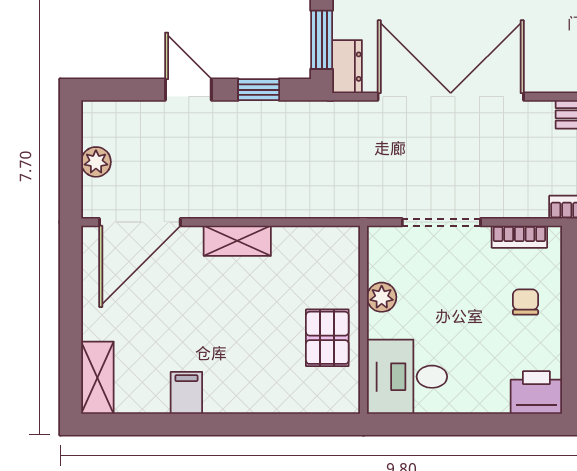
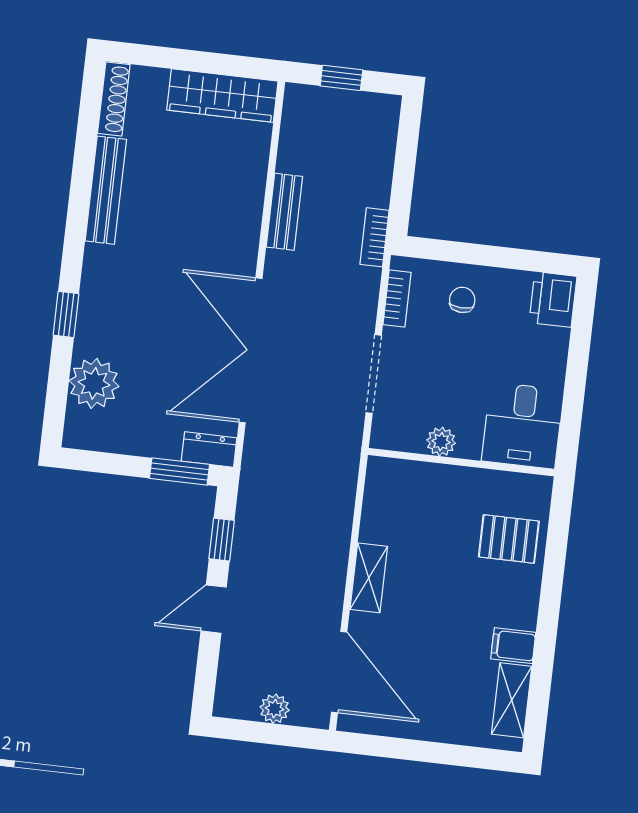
chair: (525, 302) -> (462, 300), turned 92
pallet: (327, 338) -> (509, 539), moved
shelving: (97, 378) -> (512, 700), moved, turned 90

